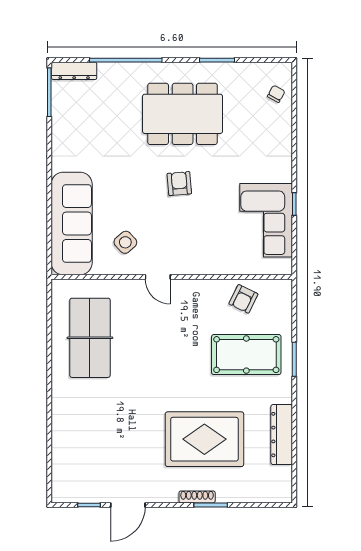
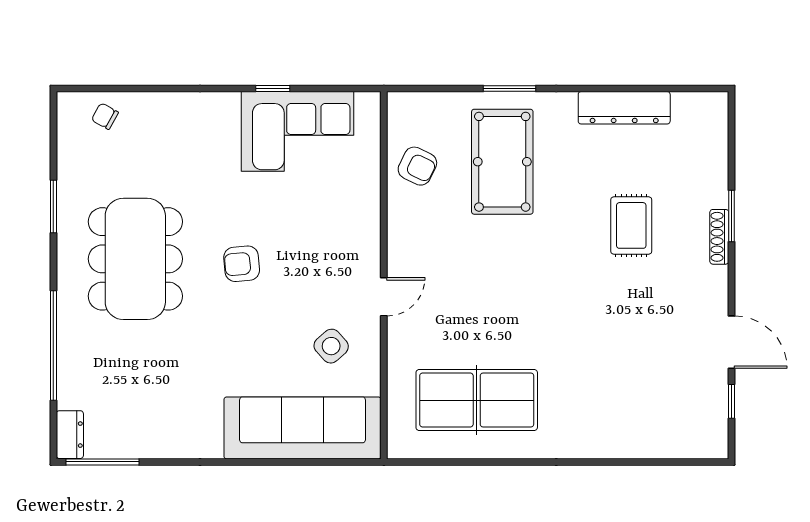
dresser: (74, 71) -> (70, 435), width x0.70
rug: (204, 439) -> (631, 225), width x0.54, depth x0.49

